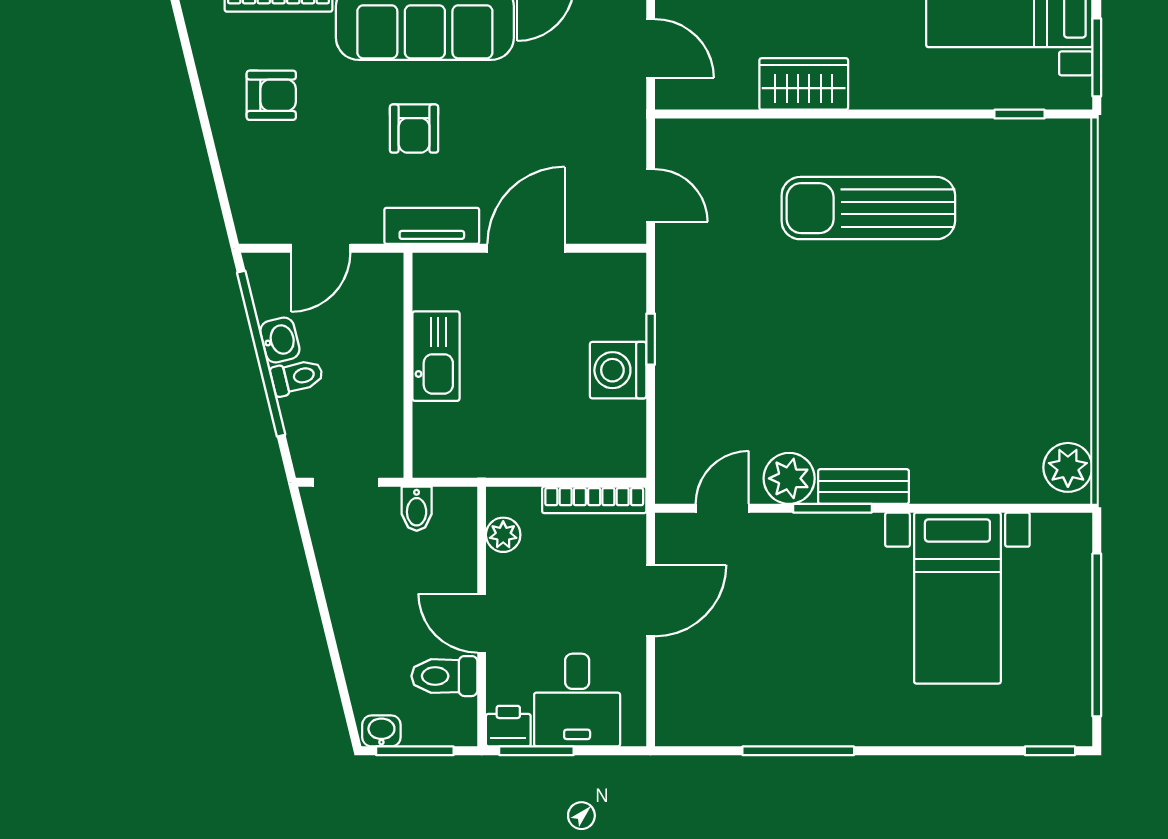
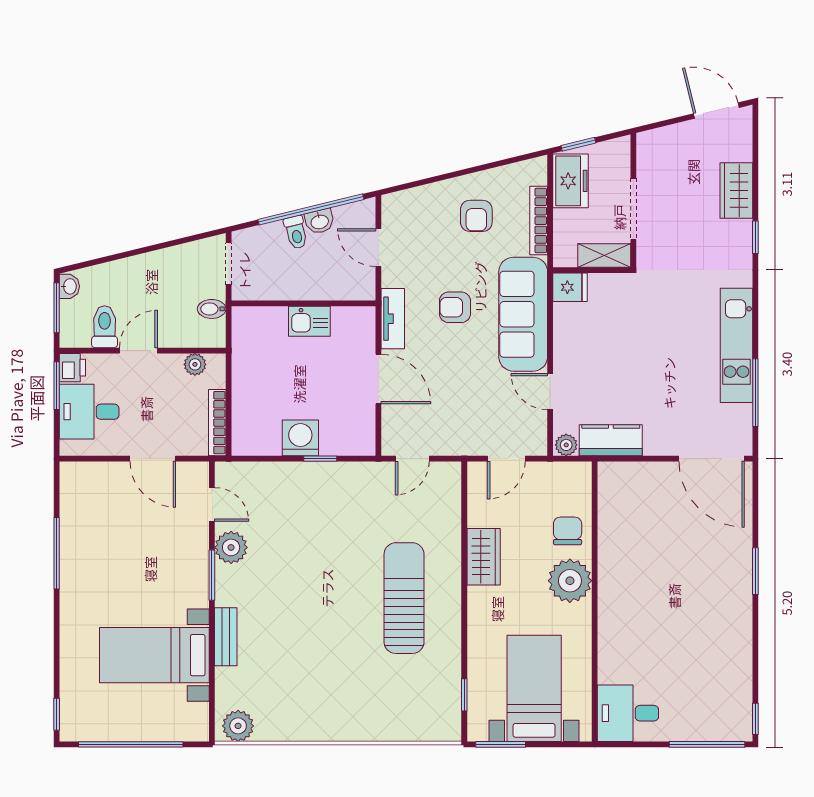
kitchen sink: (436, 356) -> (309, 321), width x0.73
bench: (863, 487) -> (226, 637), moved

